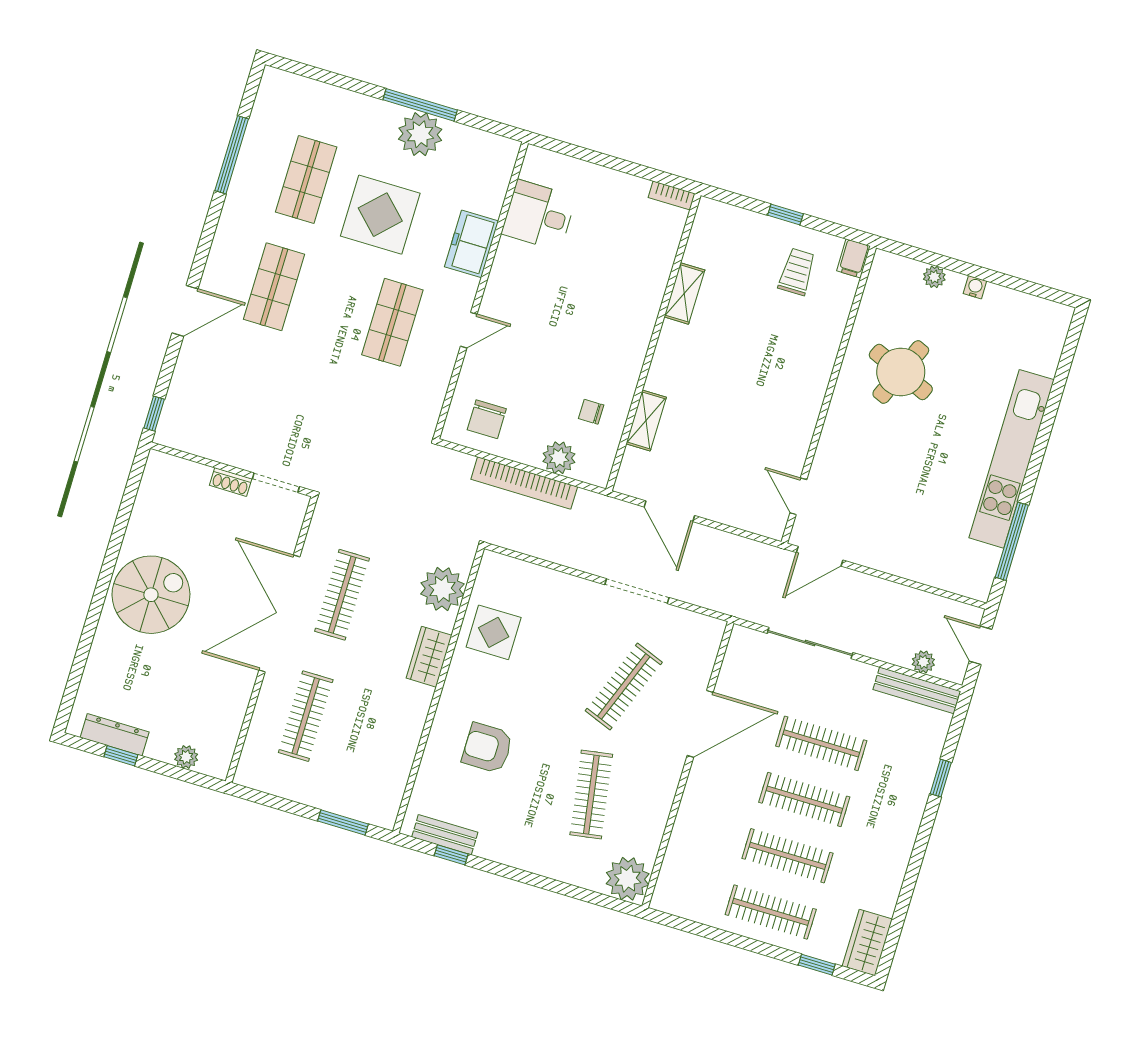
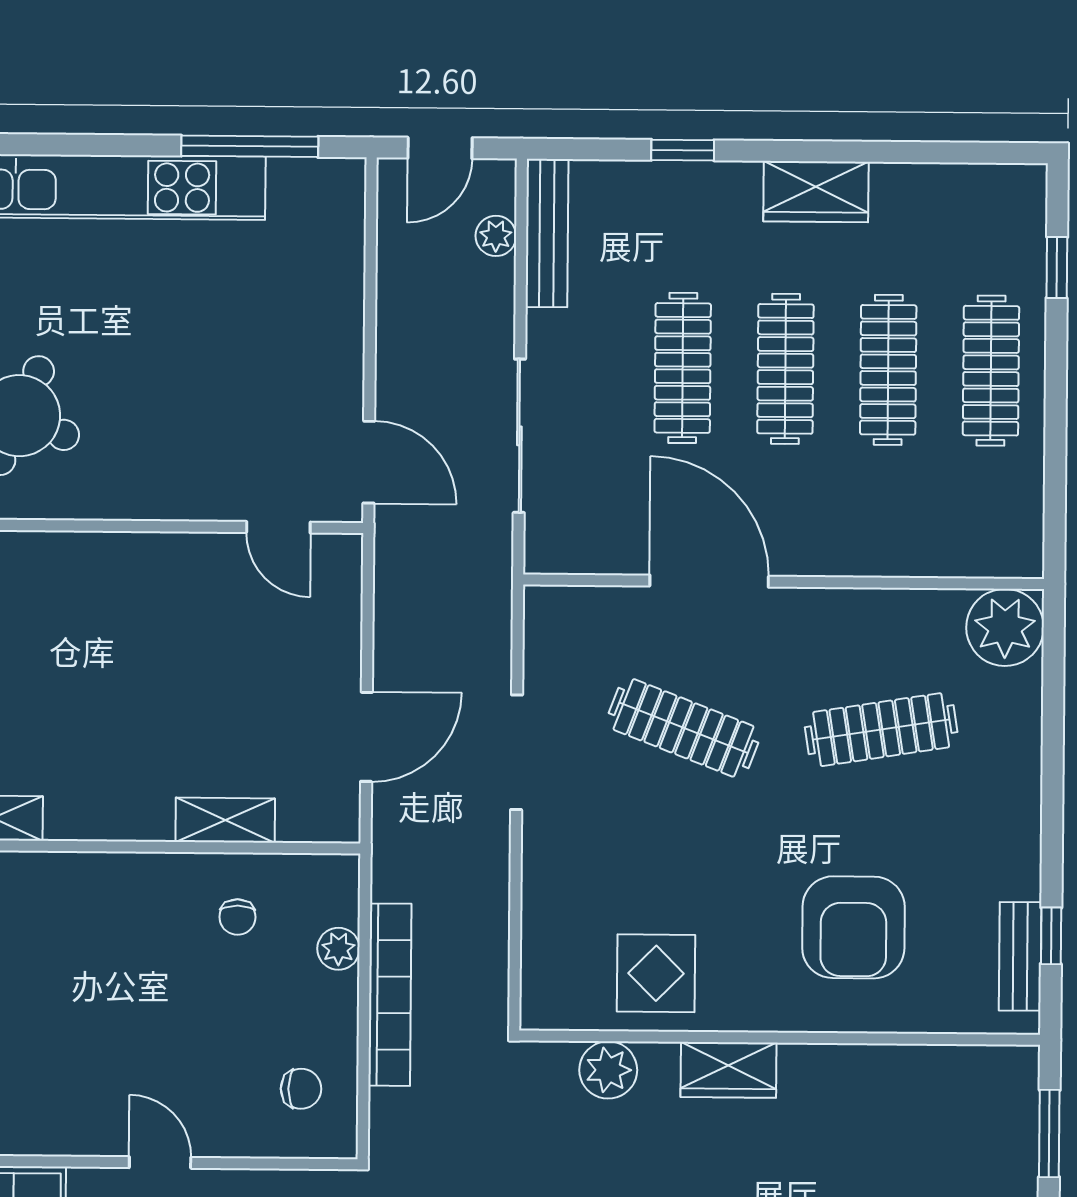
chair: (487, 419) -> (301, 1089), width x0.73, depth x0.73
plant: (559, 458) -> (338, 949), width x0.73, depth x0.73
door: (798, 496) -> (278, 527), hinge flipped
plant: (442, 589) -> (608, 1070), width x0.73, depth x0.73
armchair: (487, 748) -> (853, 927), width x1.36, depth x1.36
wardrobe: (867, 943) -> (816, 192), moved

